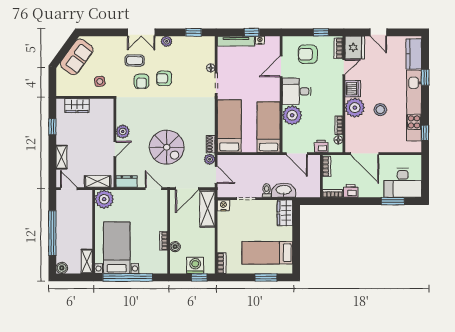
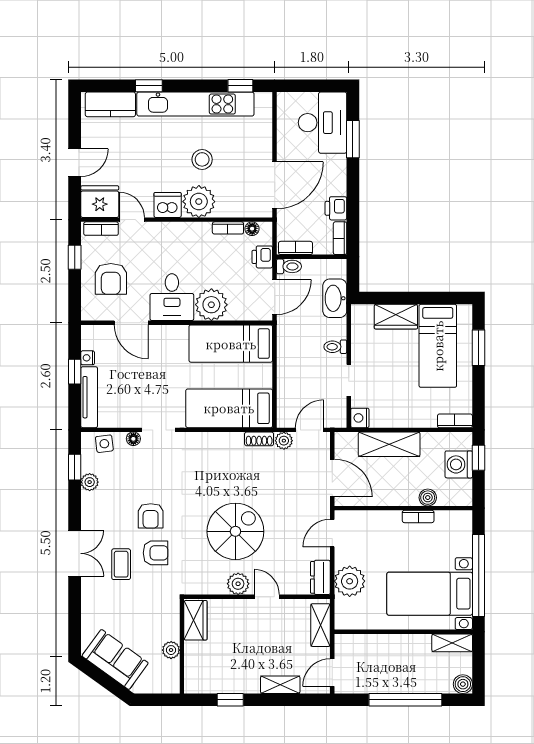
plant: (167, 41) -> (90, 482), moved
side table: (100, 81) -> (104, 444), moved
plant: (82, 91) -> (171, 650), added
wardrobe: (77, 106) -> (195, 620), moved
spiral stairs: (167, 147) -> (235, 531), moved
toilet: (315, 162) -> (289, 266), added
washbasin: (284, 190) -> (335, 298), moved
plant: (104, 199) -> (350, 581), moved
shelving: (207, 209) -> (389, 444), moved
wardrobe: (285, 213) -> (396, 317), moved

